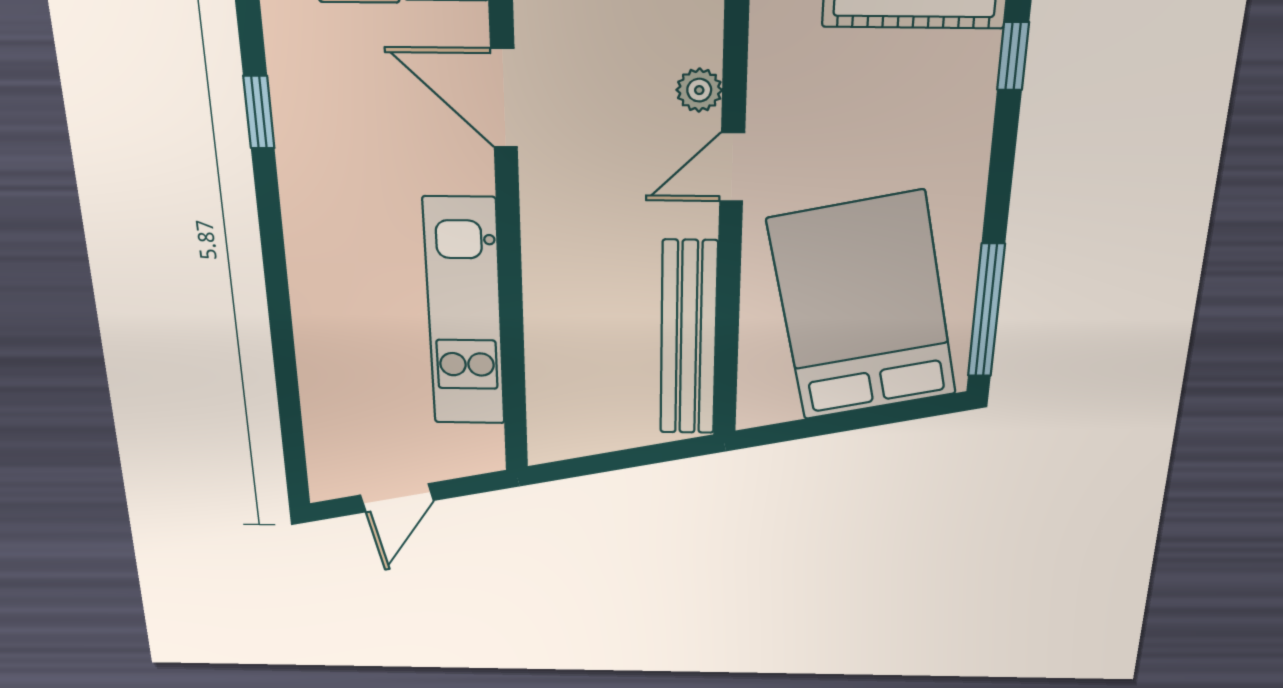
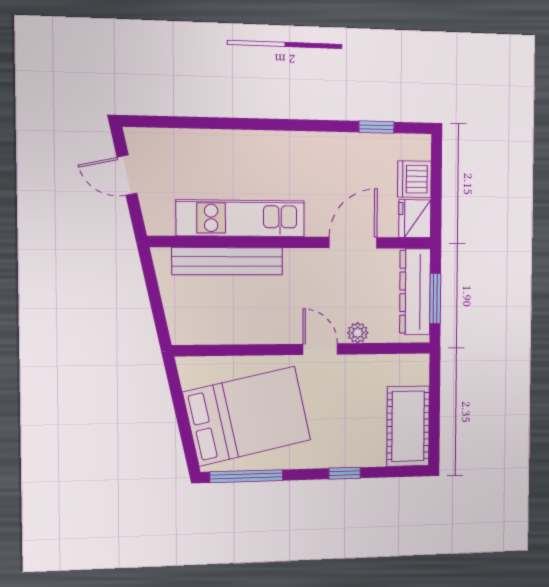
window: (1013, 56) -> (345, 473), moved
window: (259, 112) -> (376, 127), moved
bench: (689, 339) -> (227, 261), moved

